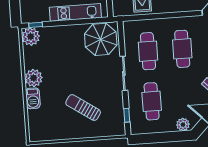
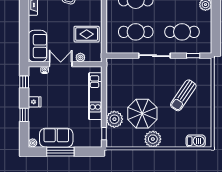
plant: (31, 37) -> (114, 119), moved
parasol: (101, 39) -> (142, 114), moved
barbecue: (33, 98) -> (196, 141), moved

